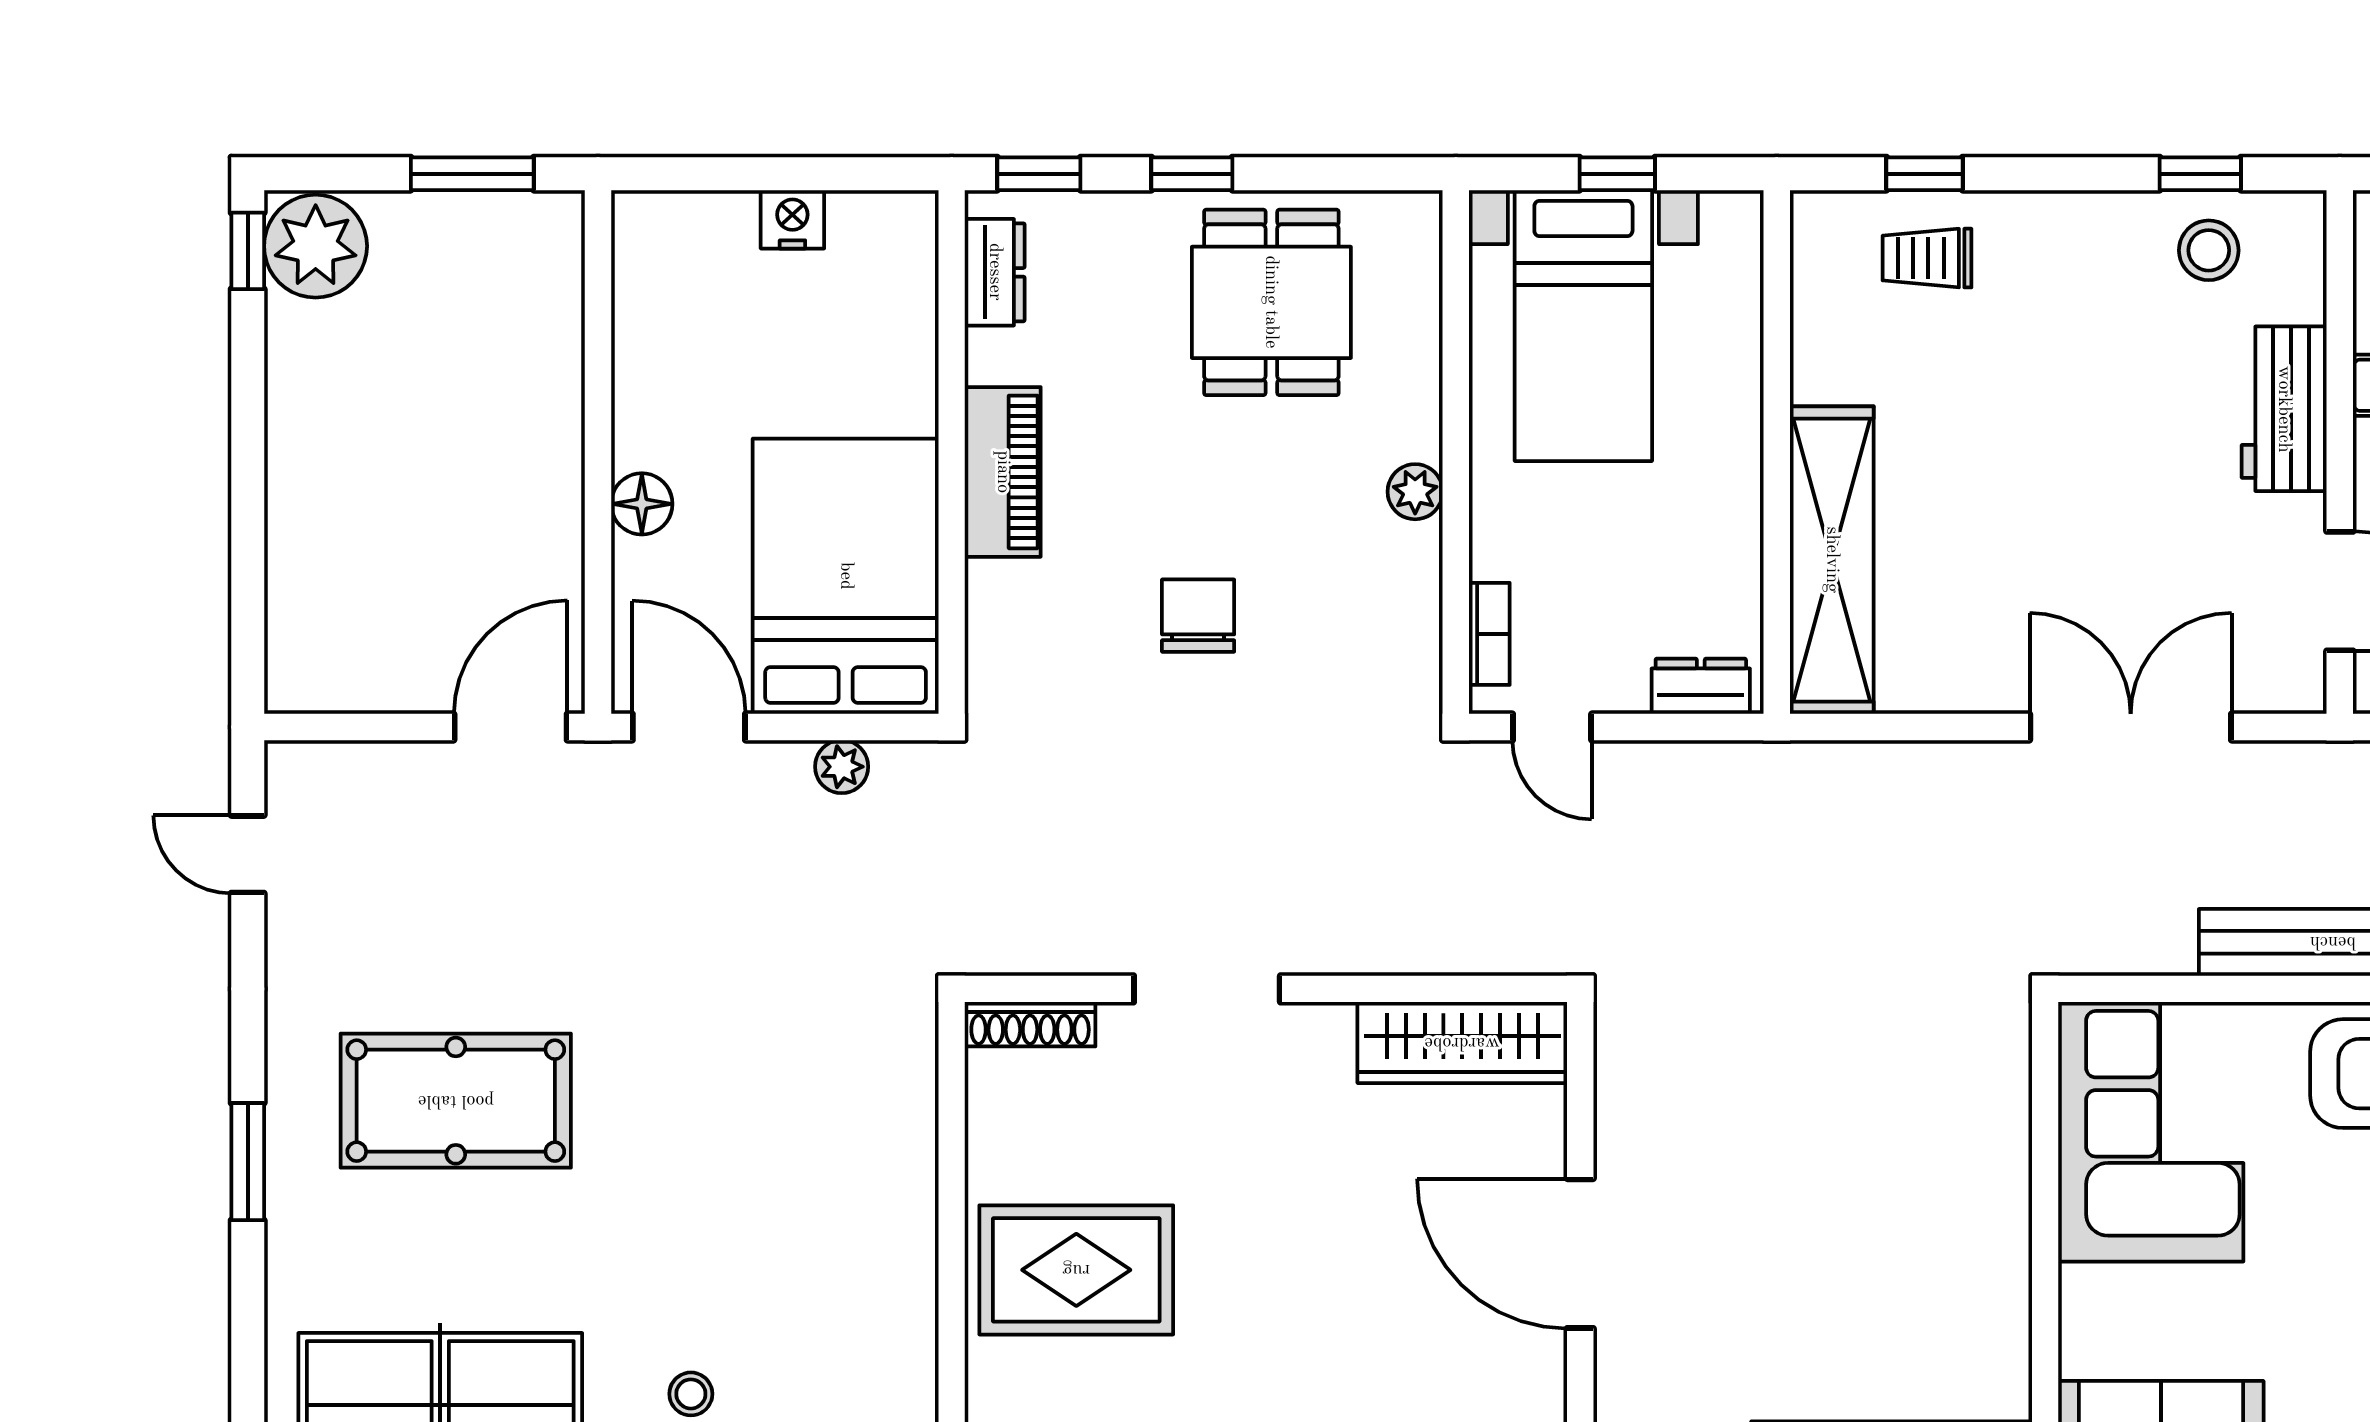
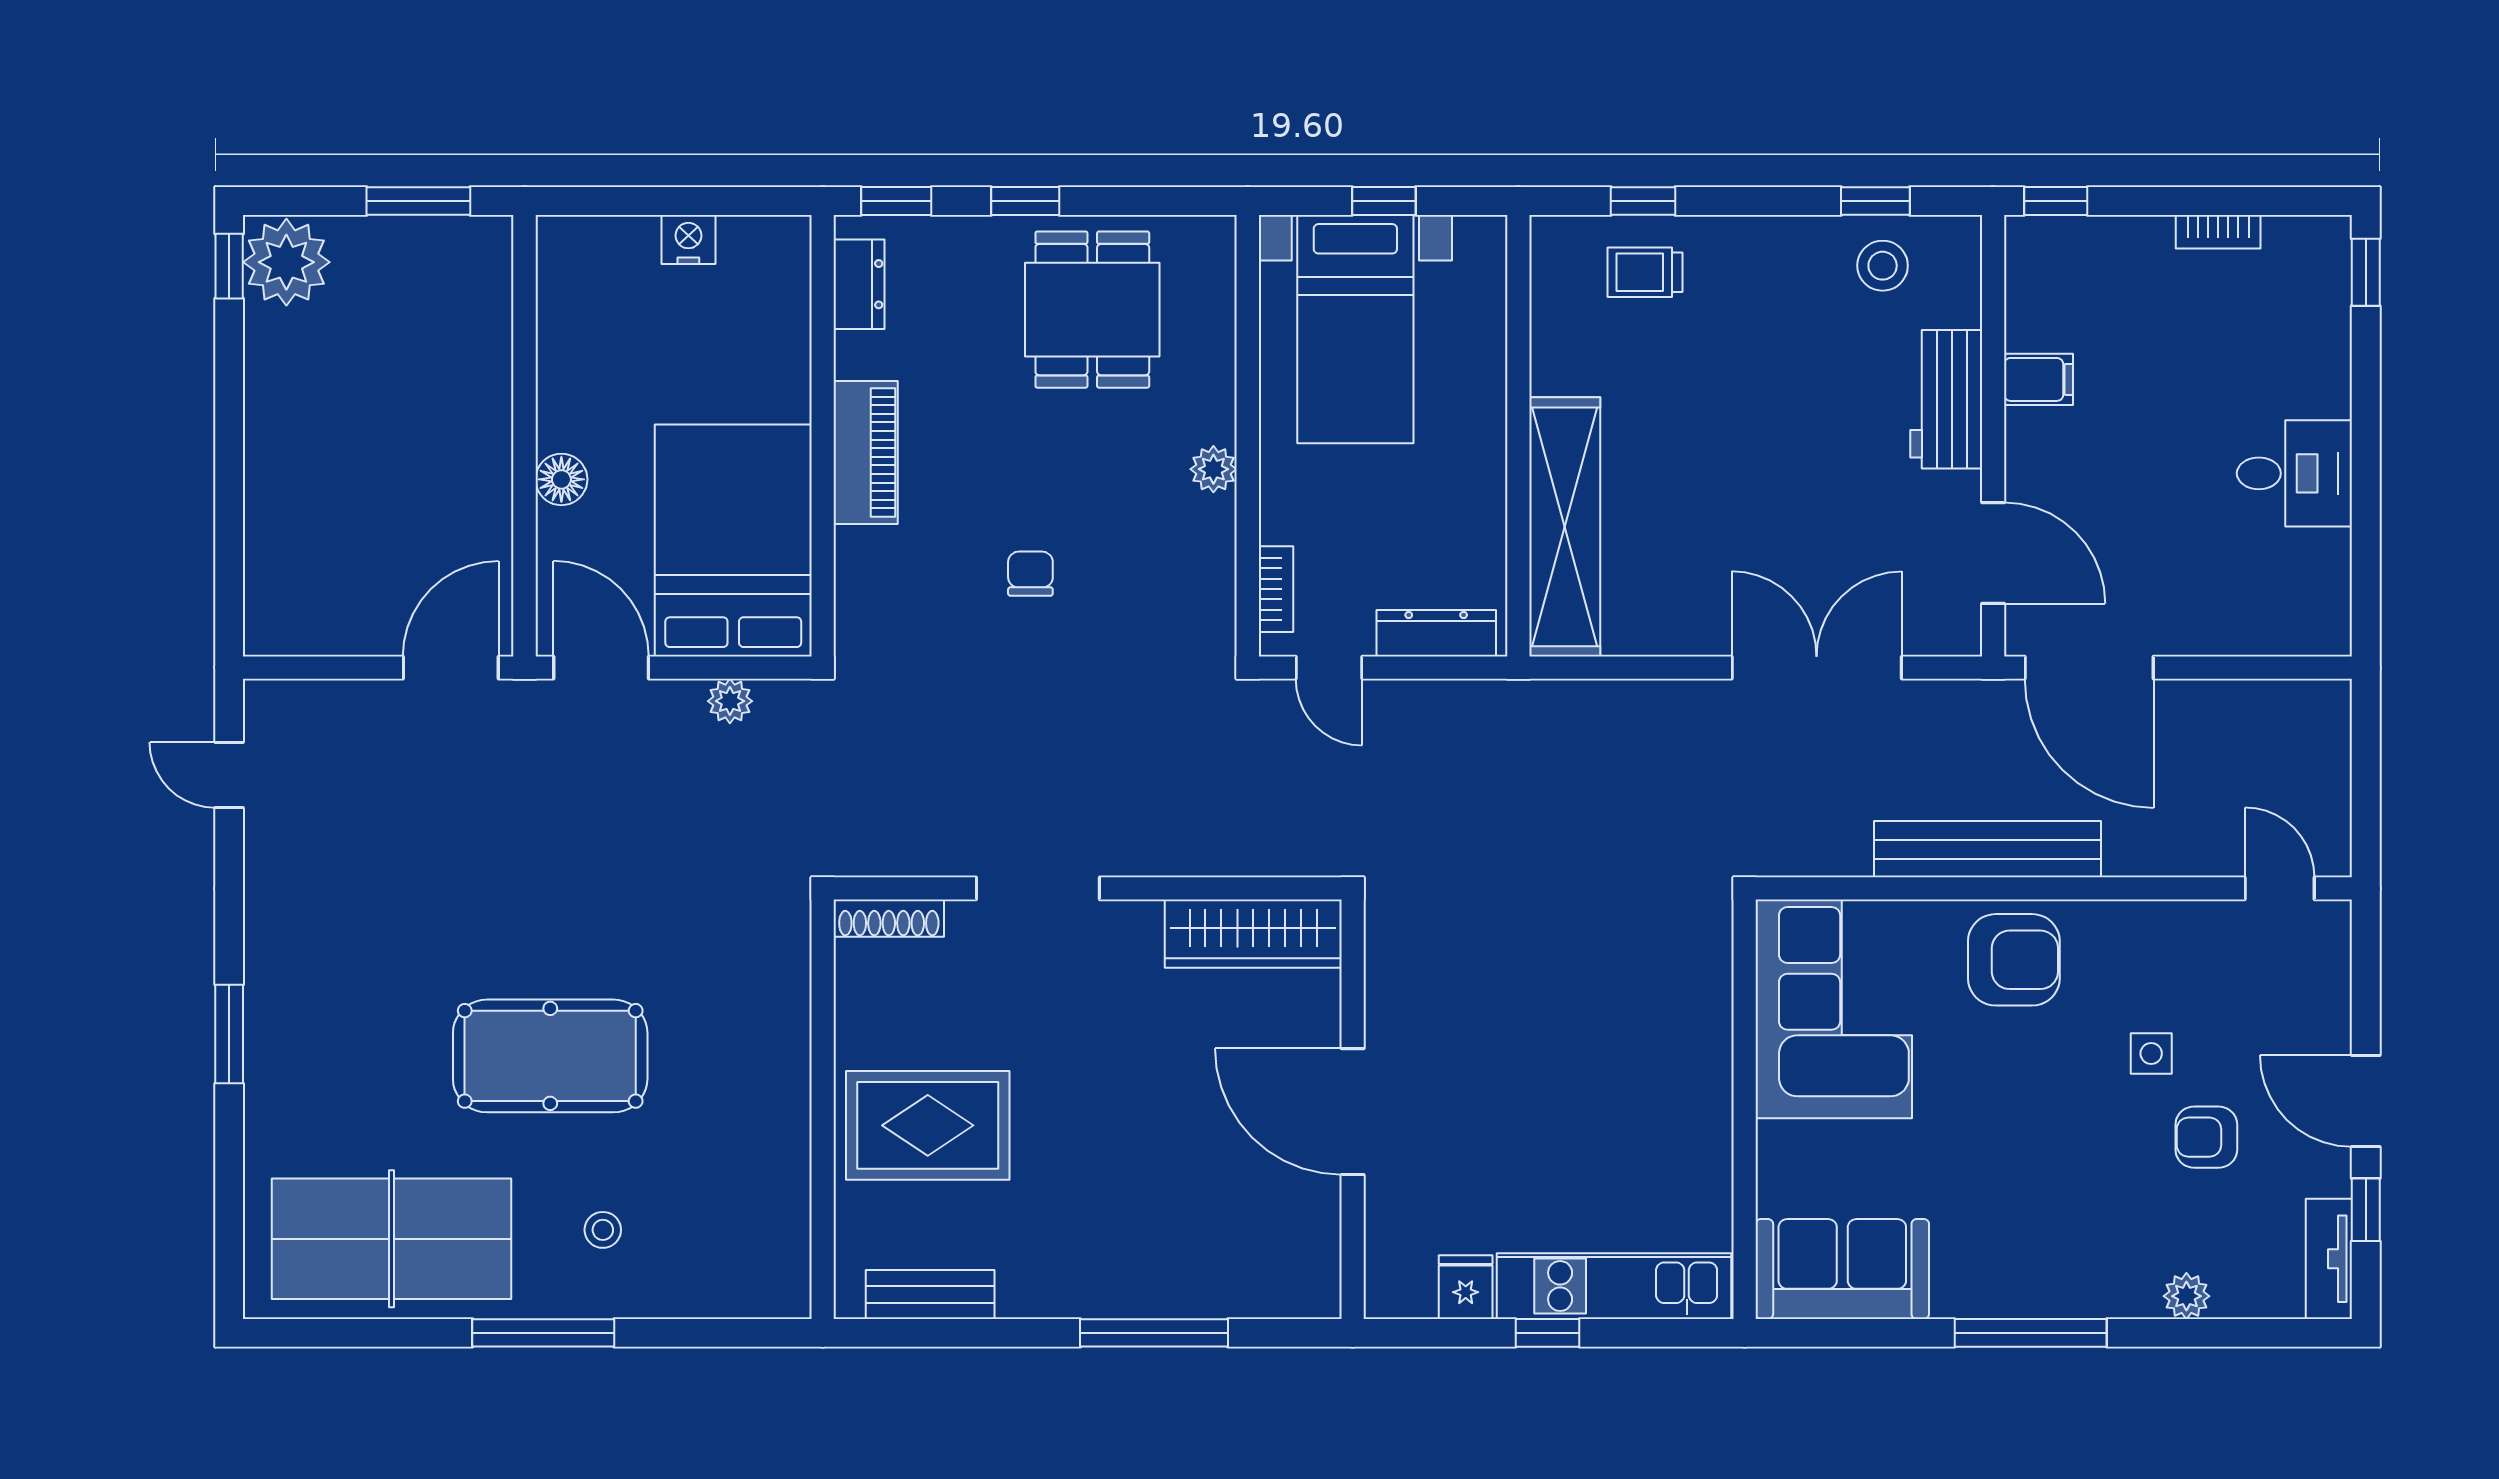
chair: (1198, 616) -> (1030, 574), width x0.73, depth x0.73
dresser: (1701, 686) -> (1436, 633), width x1.44
pool table: (456, 1101) -> (550, 1056), moved

